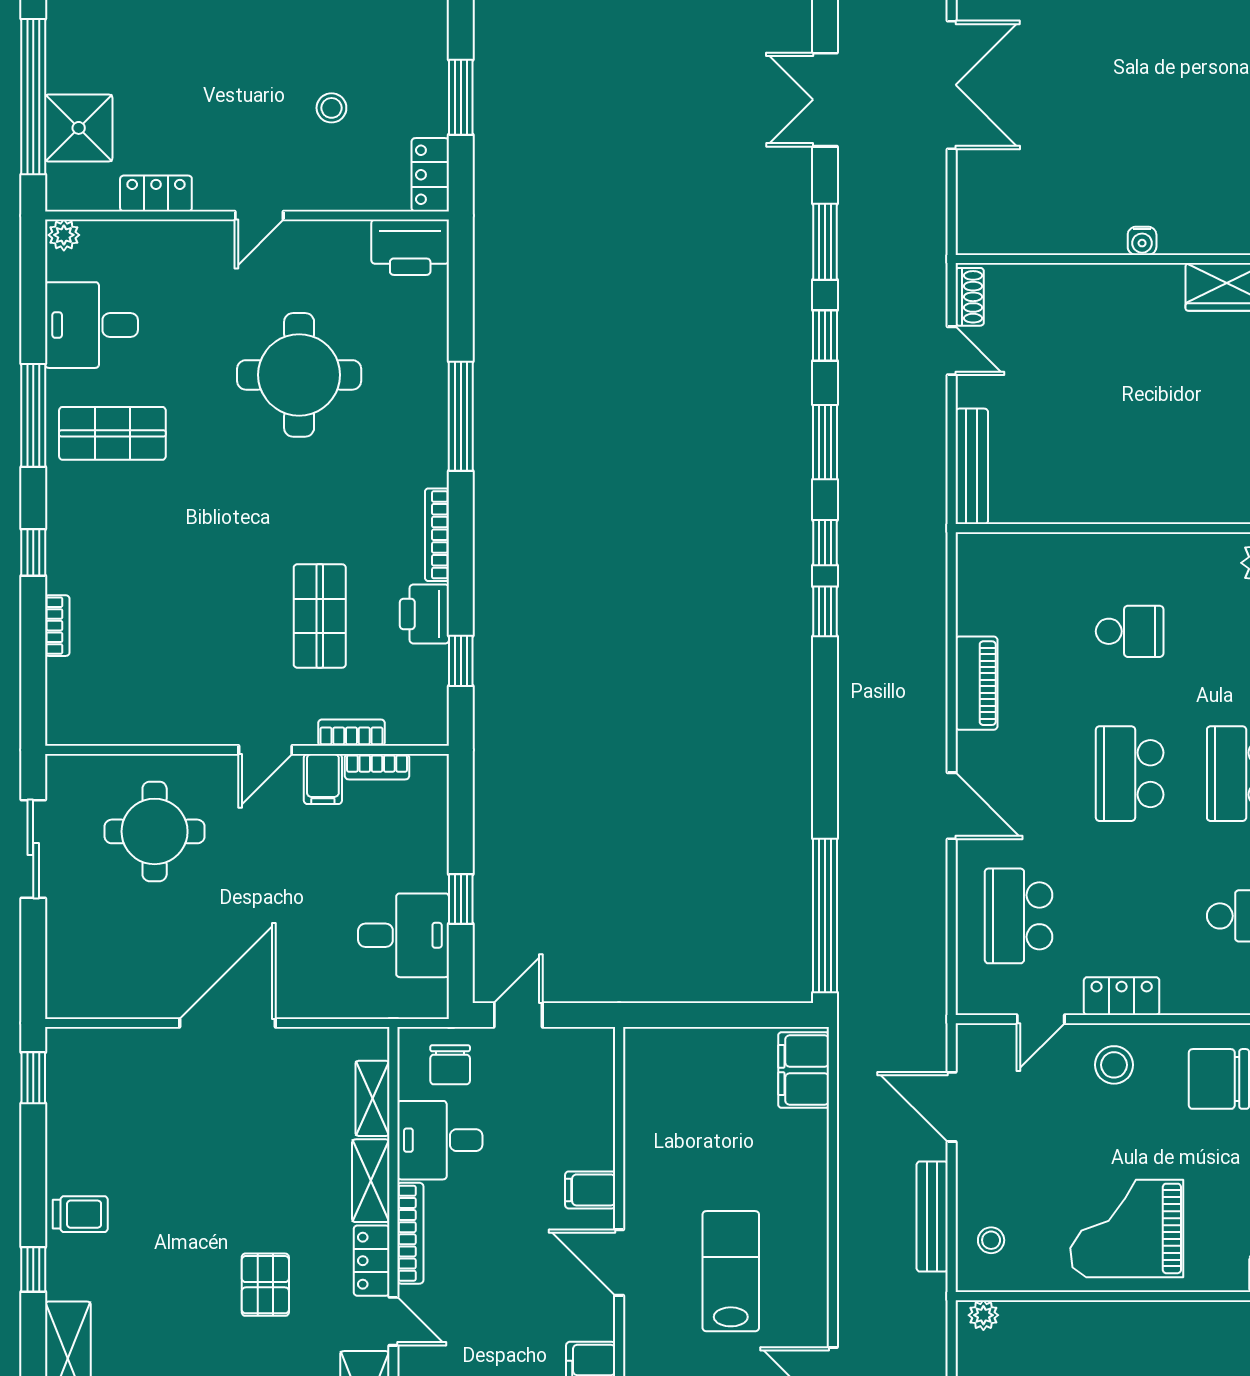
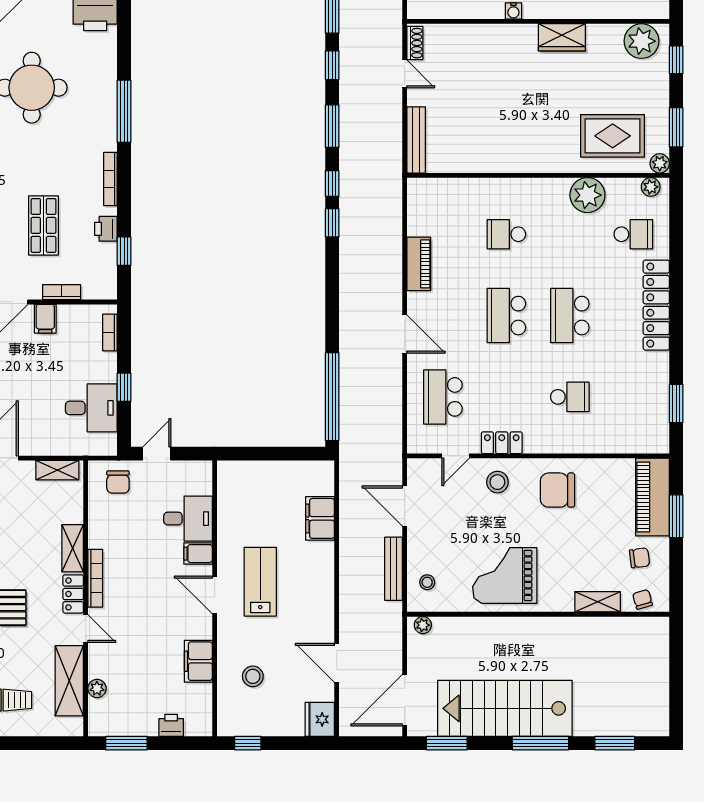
printer: (424, 614) -> (106, 229), width x0.73, depth x0.81
school desk: (1130, 631) -> (506, 234), turned 180
bookcase: (377, 767) -> (110, 333), moved, turned 90
filing cabinet: (804, 1070) -> (320, 518), moved
shelving: (372, 1098) -> (57, 470), moved, turned 90
desk: (440, 1140) -> (188, 519), moved, turned 180
lab bench: (731, 1271) -> (260, 582), moved

